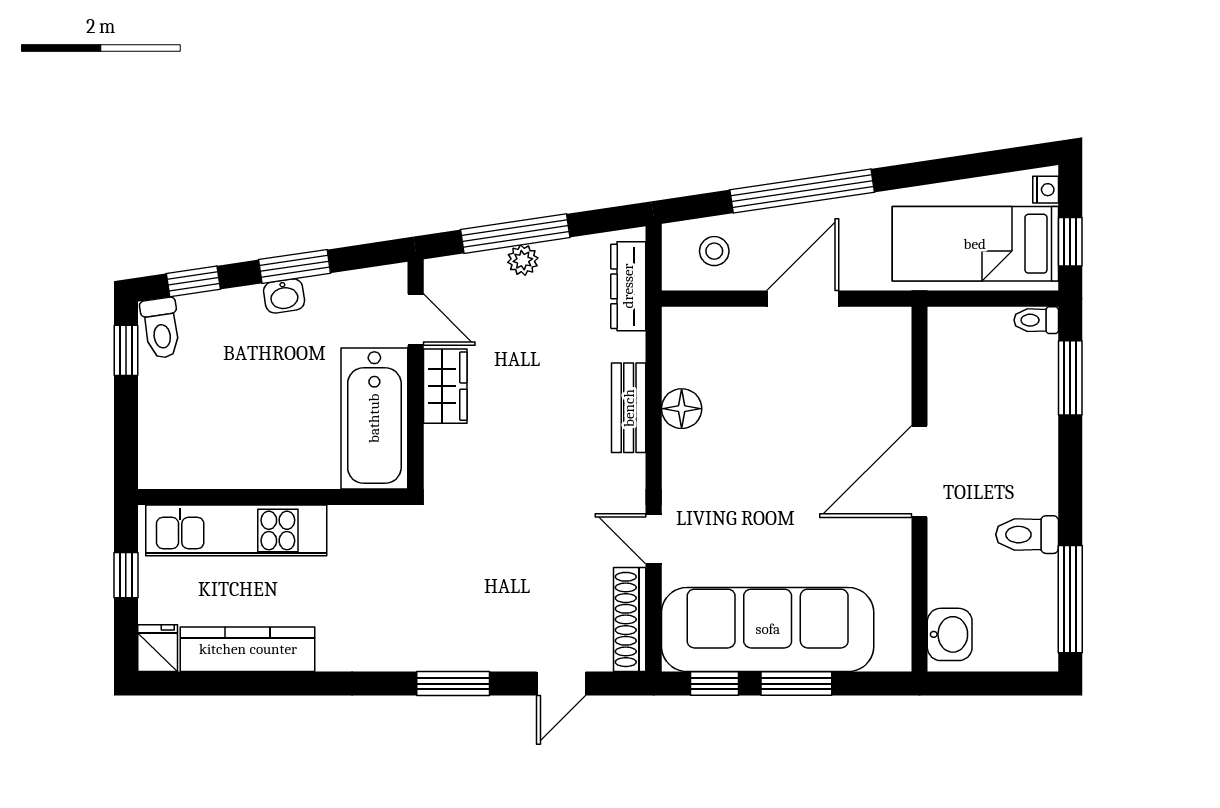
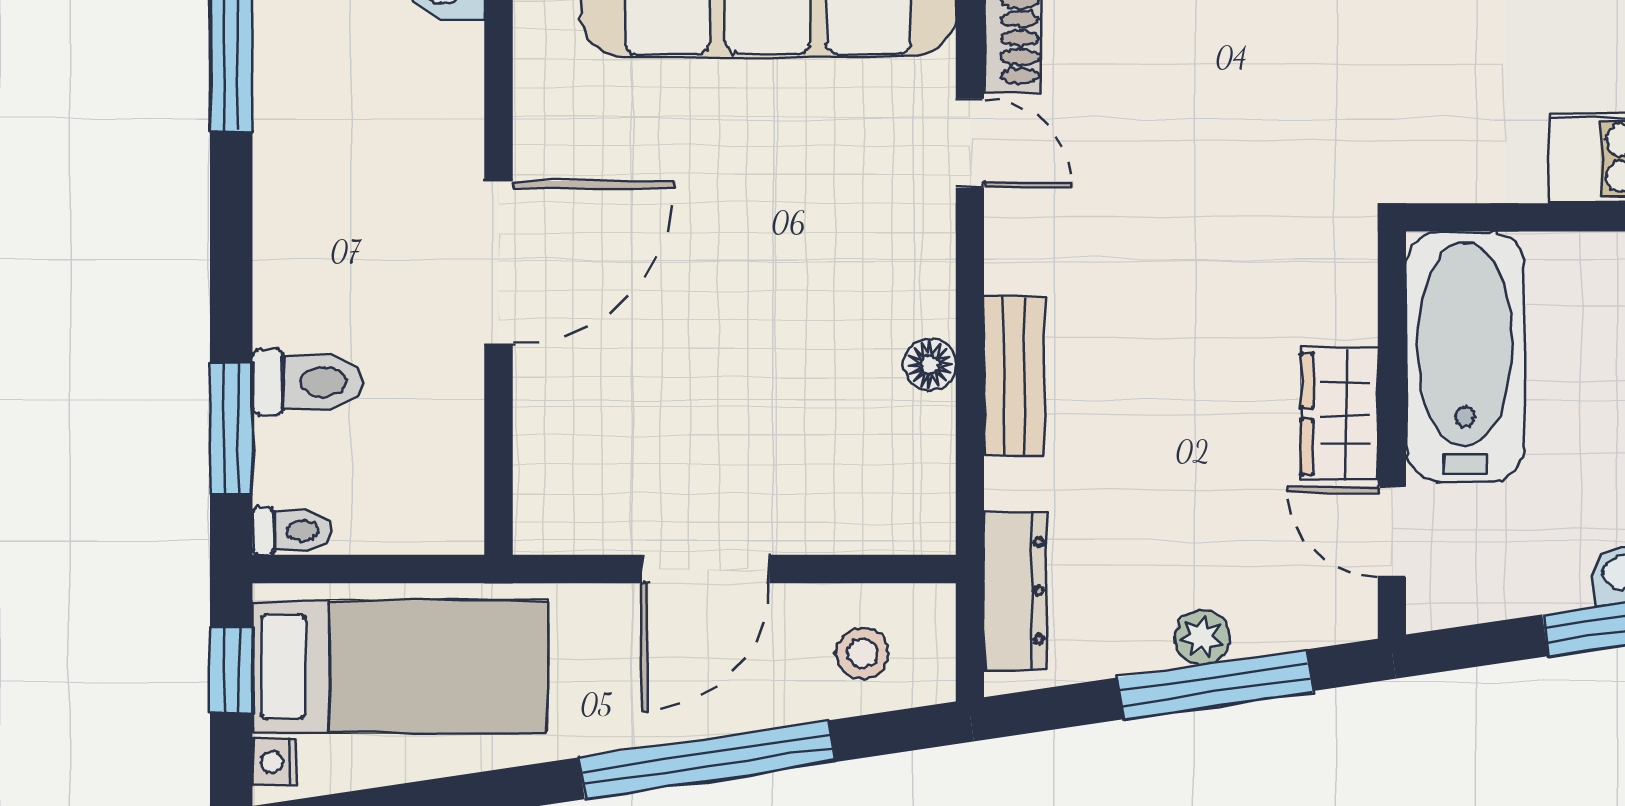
floor lamp: (682, 409) -> (930, 364), width x0.73, depth x0.73
toilet: (1027, 535) -> (308, 382), moved

